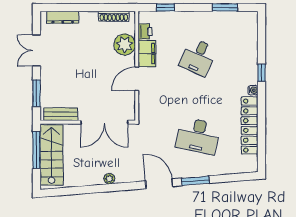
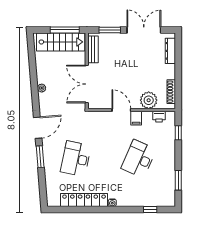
double door: (36, 50) -> (144, 30), width x1.37
filing cabinet: (147, 54) -> (136, 118), width x0.50
desk: (198, 57) -> (139, 159), width x1.37
window: (261, 73) -> (150, 209), moved

